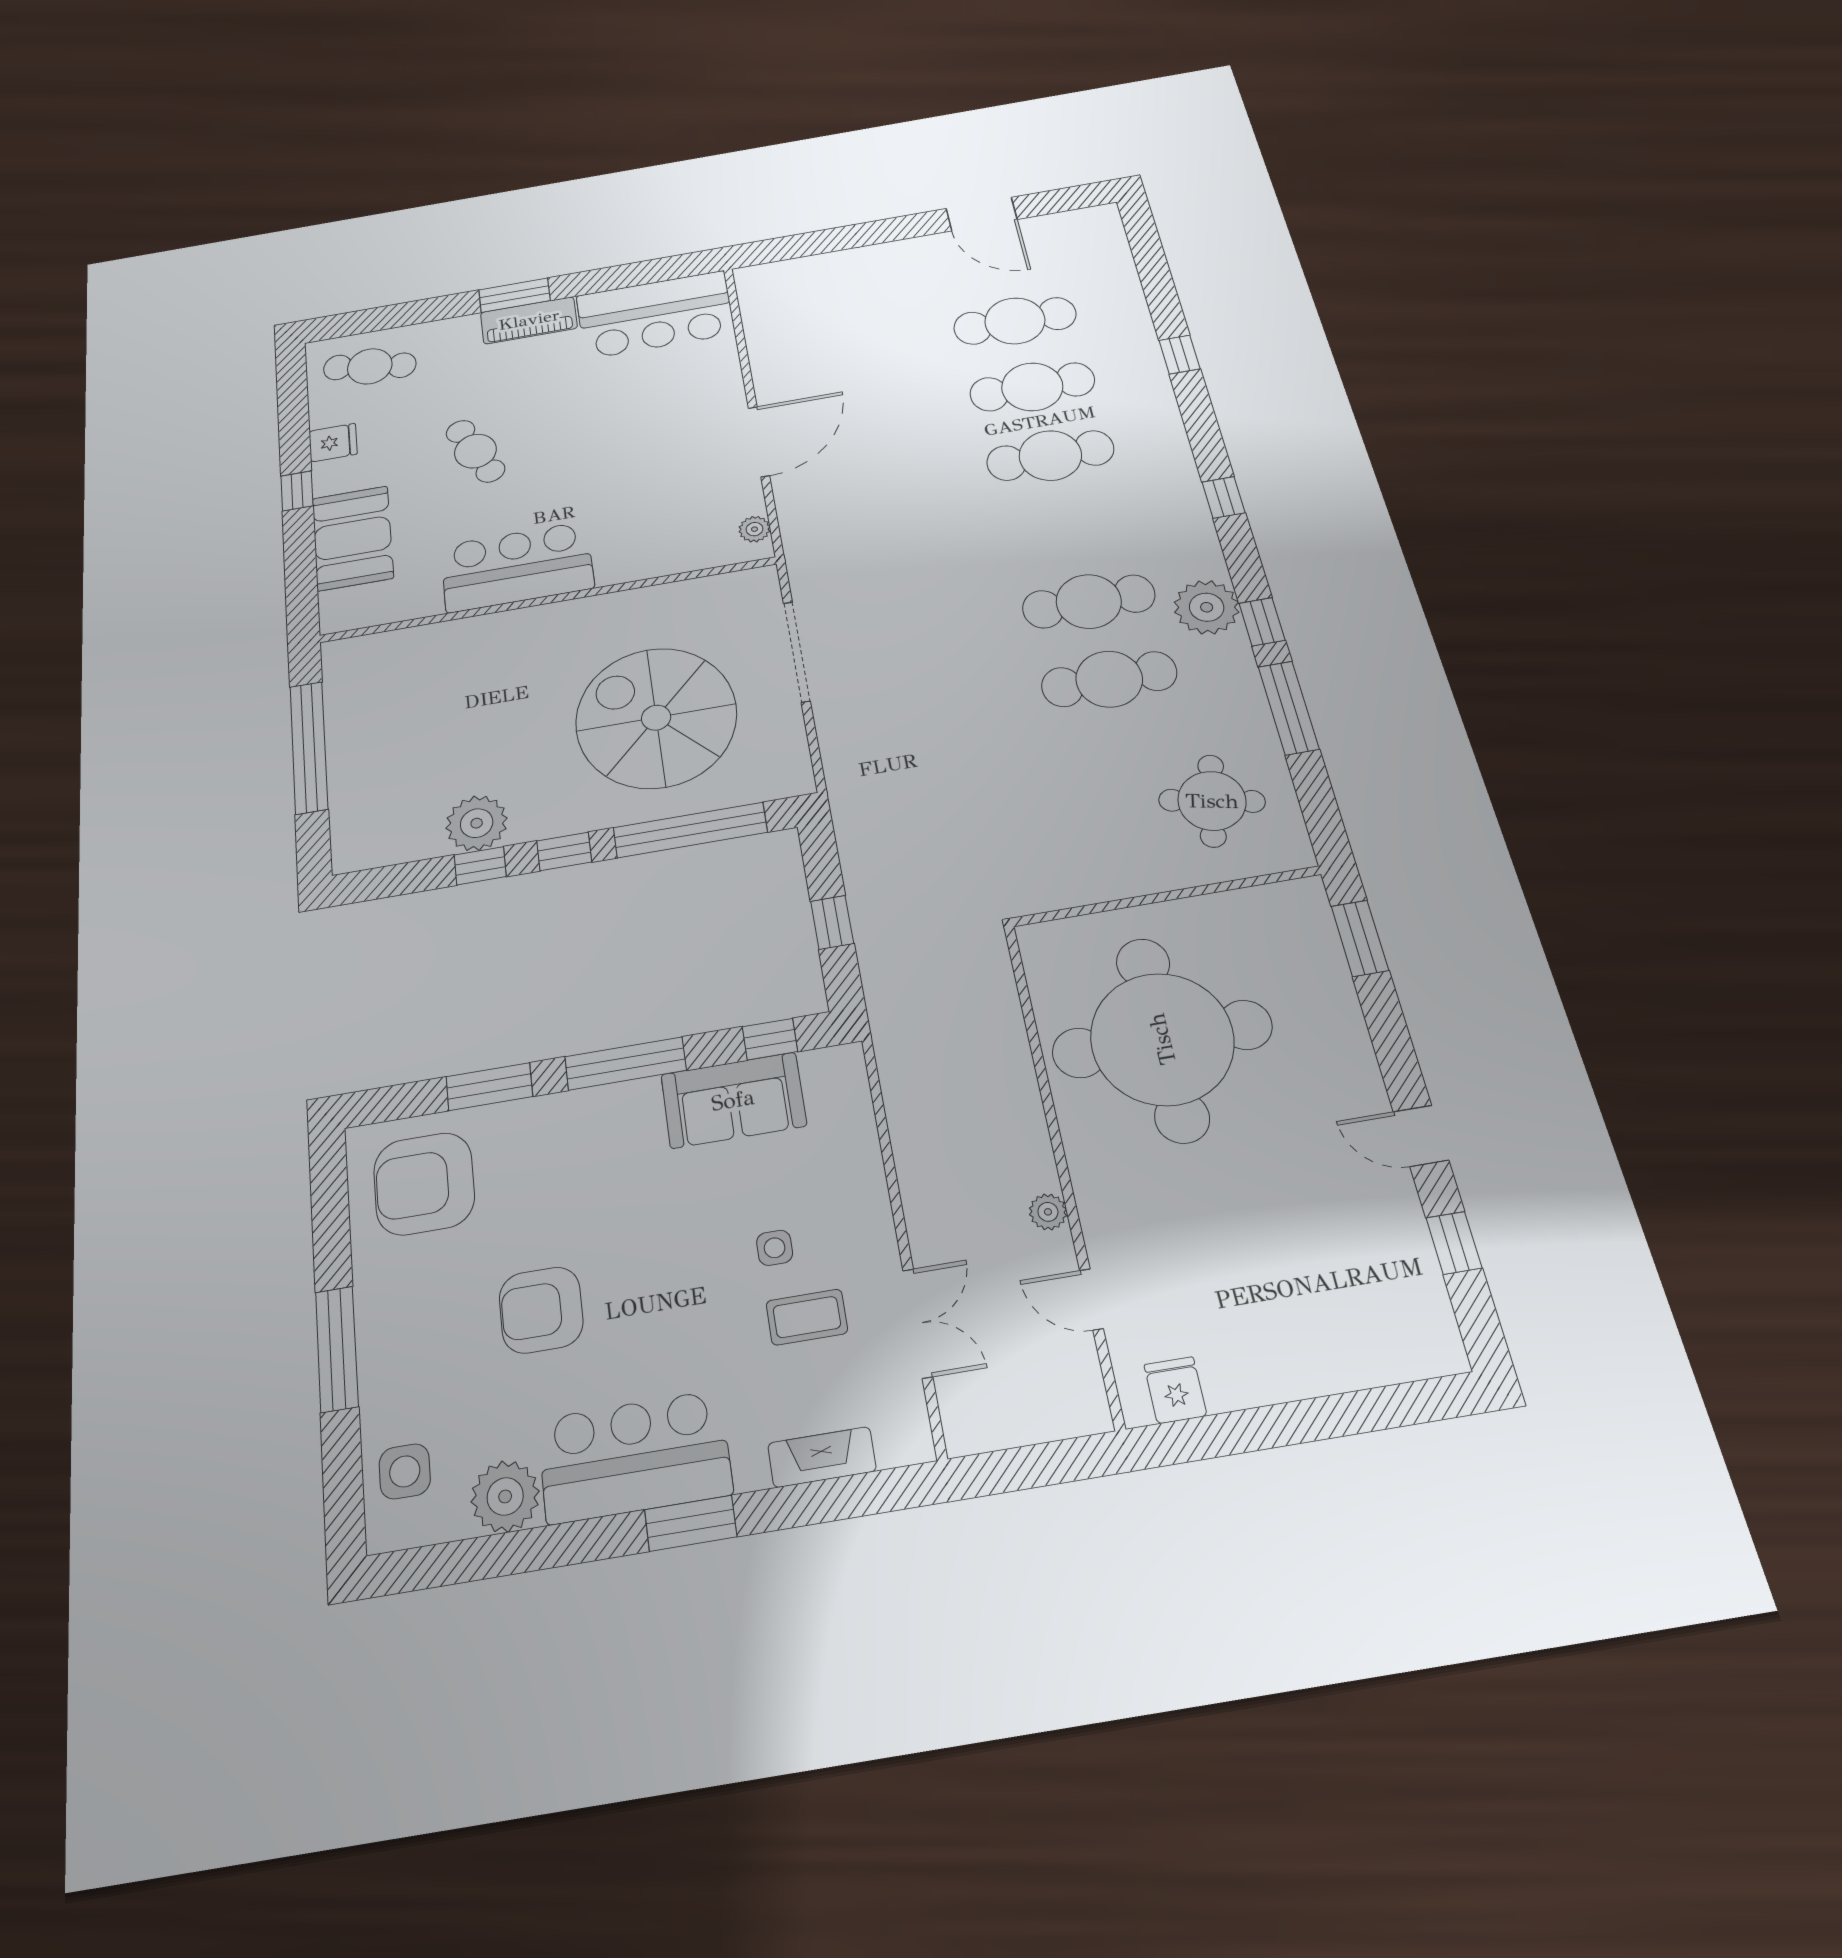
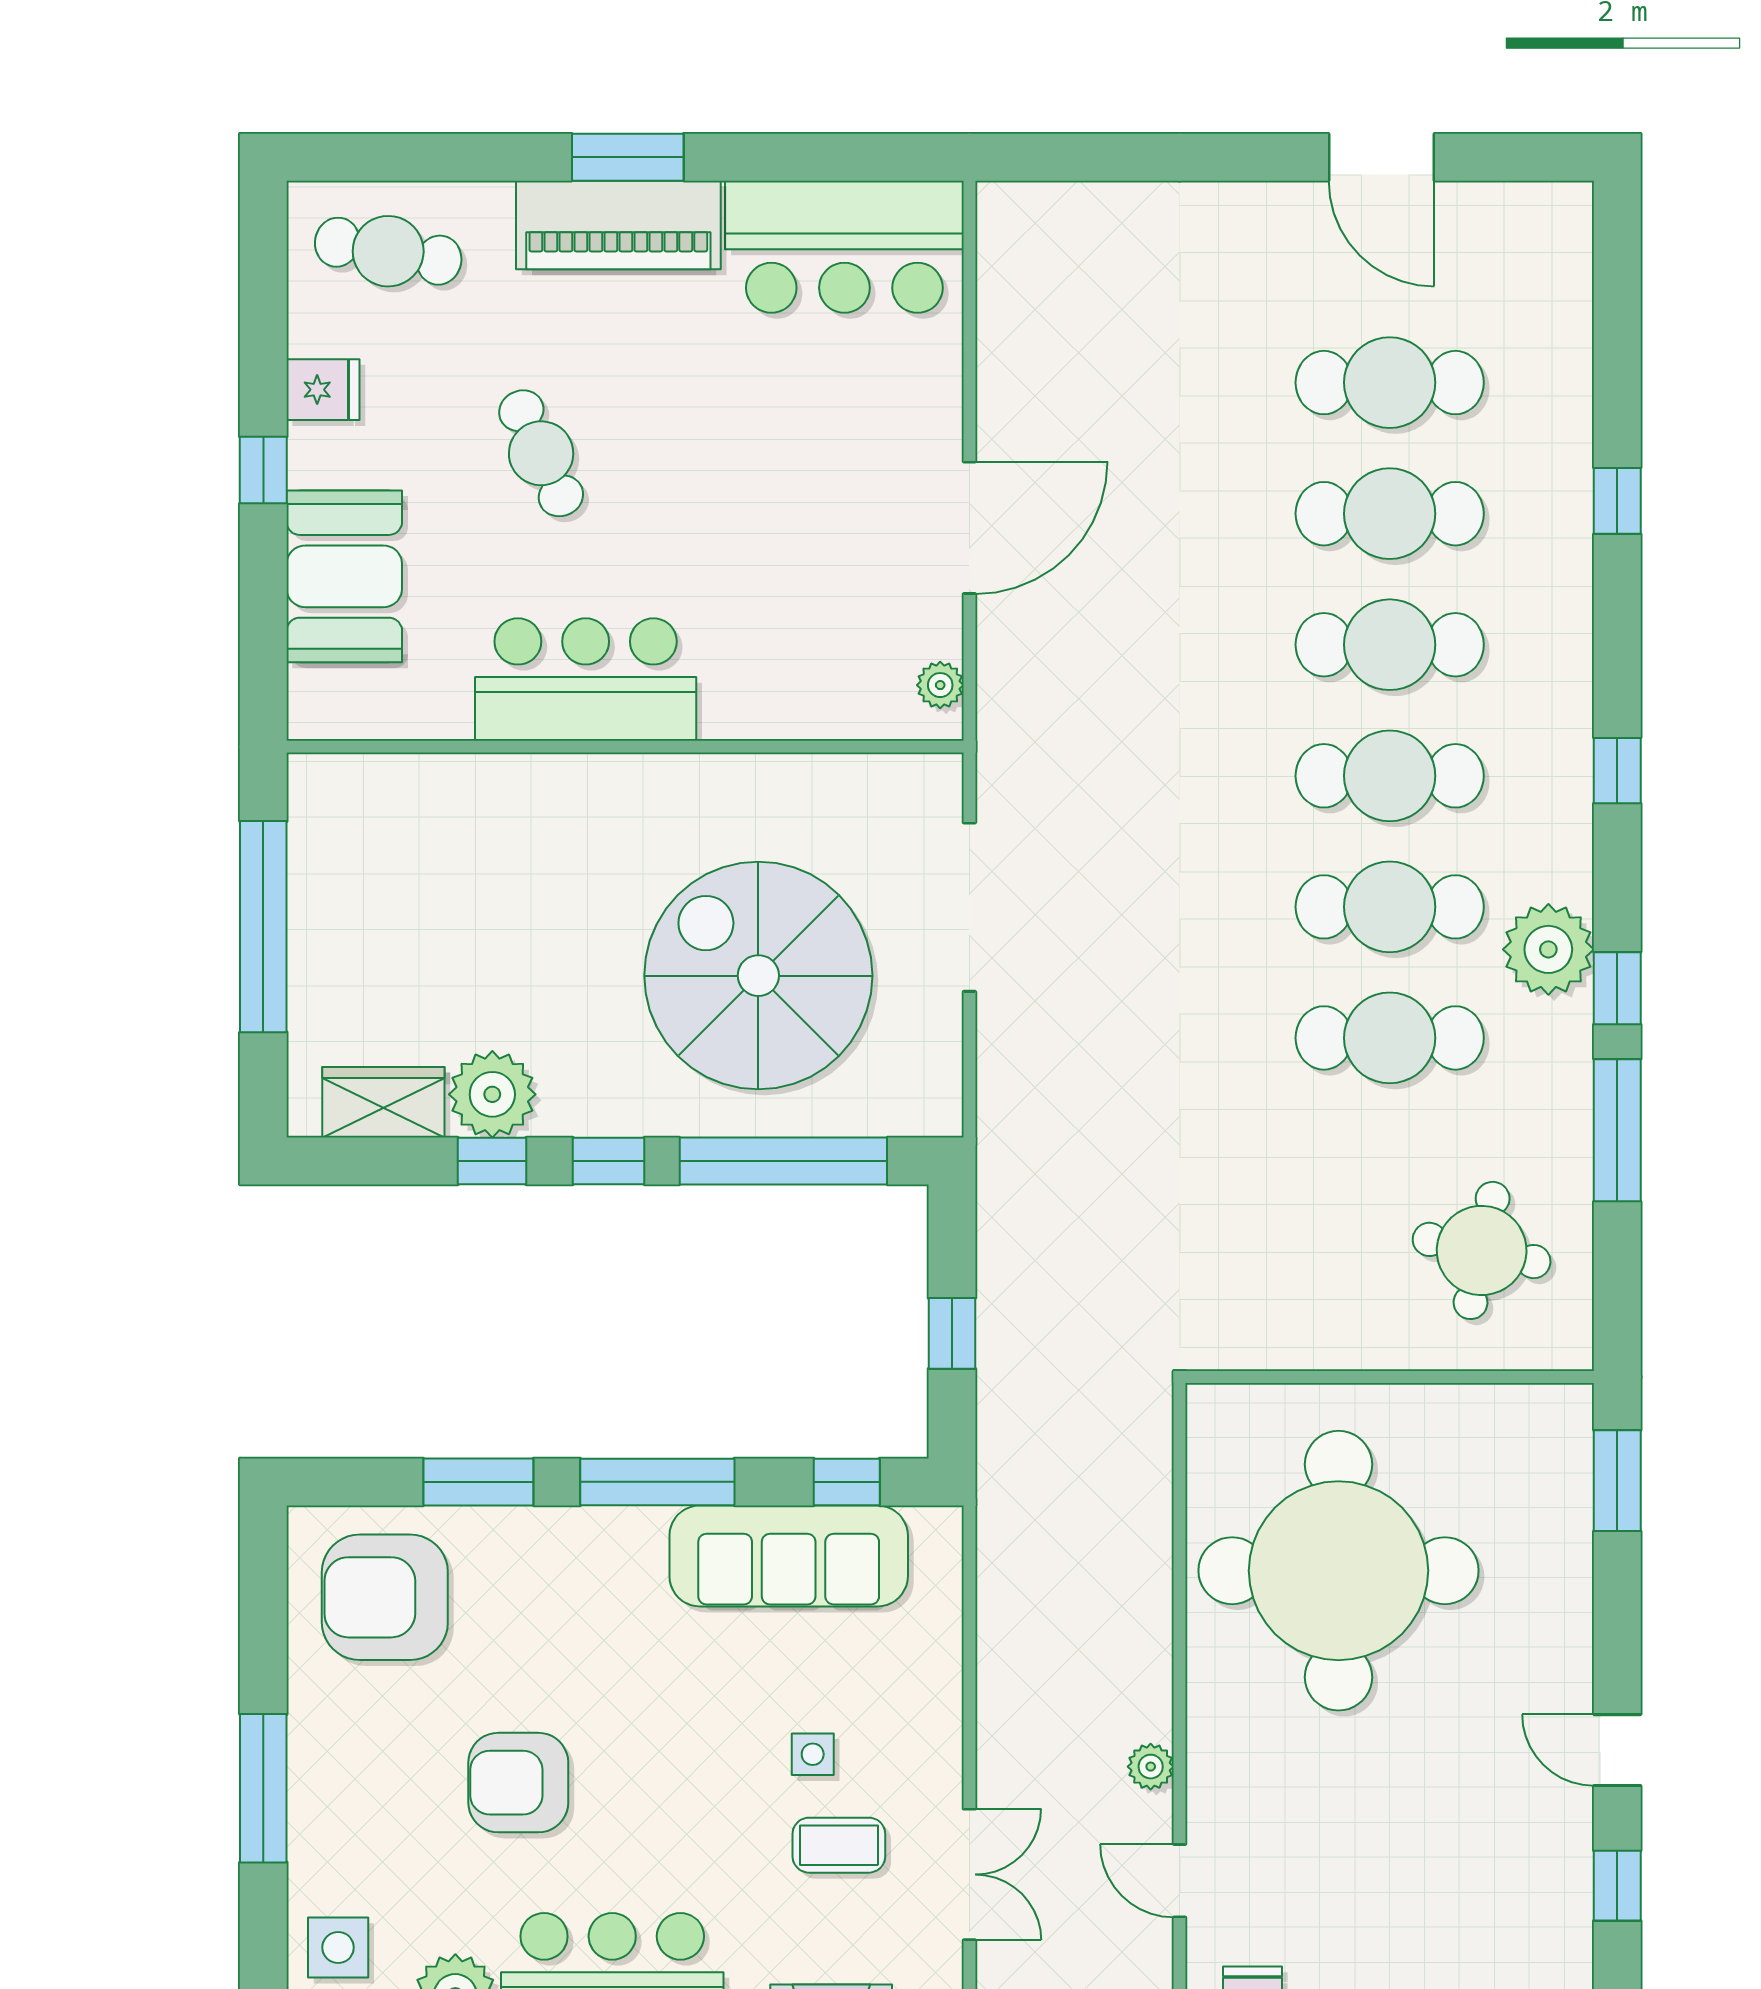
piano: (529, 320) -> (618, 225), width x1.37, depth x1.33
cafe table: (1069, 527) -> (1390, 776), added
wardrobe: (399, 841) -> (383, 1102), added
sofa: (733, 1100) -> (789, 1556), width x1.36

